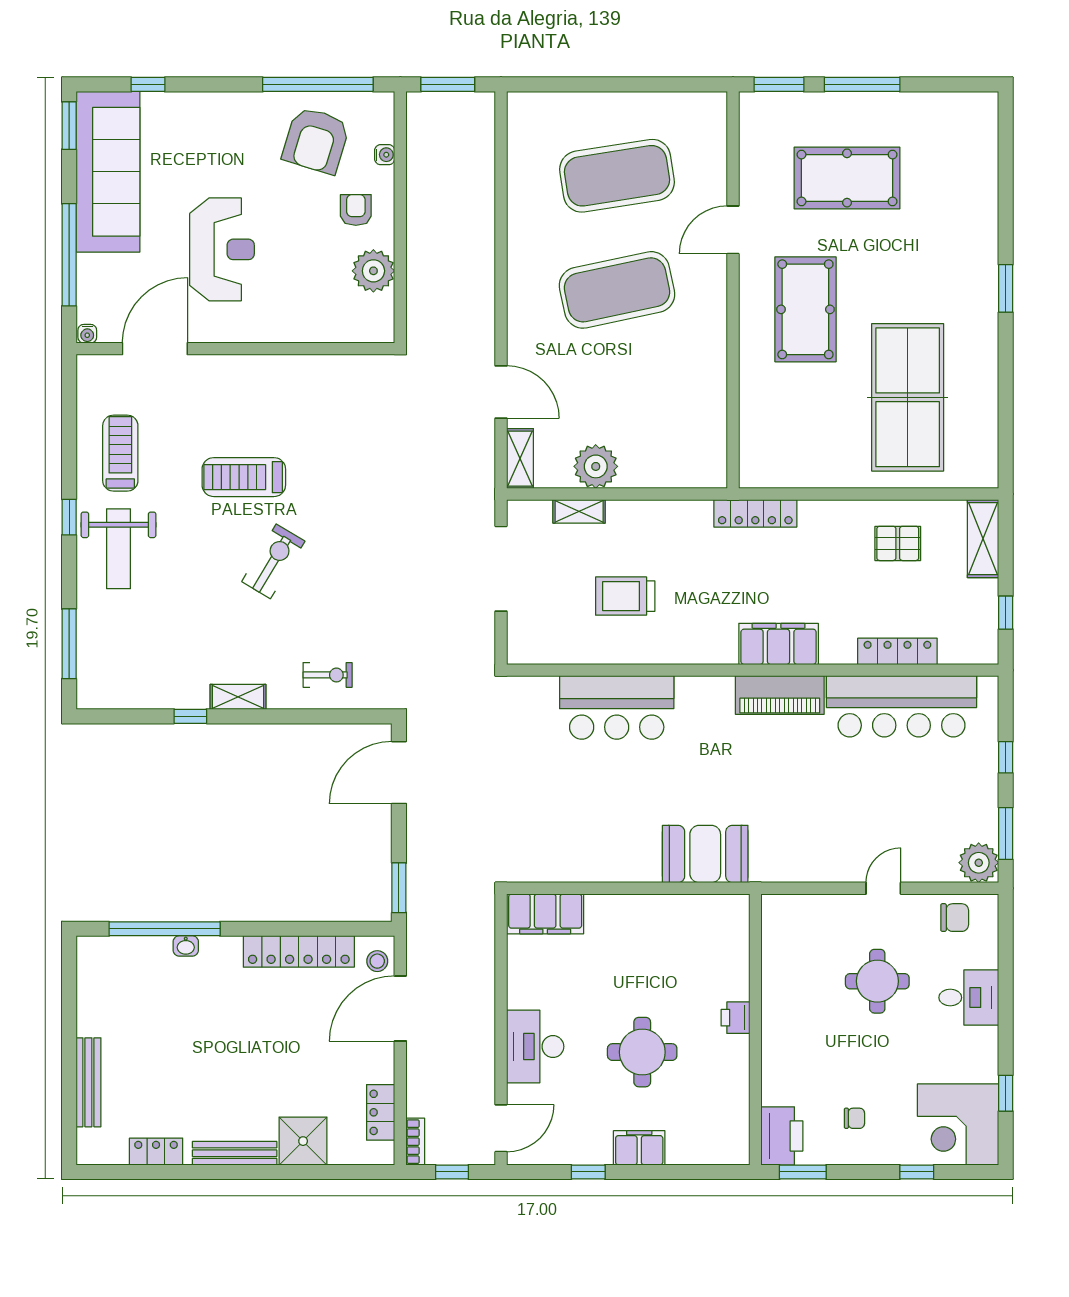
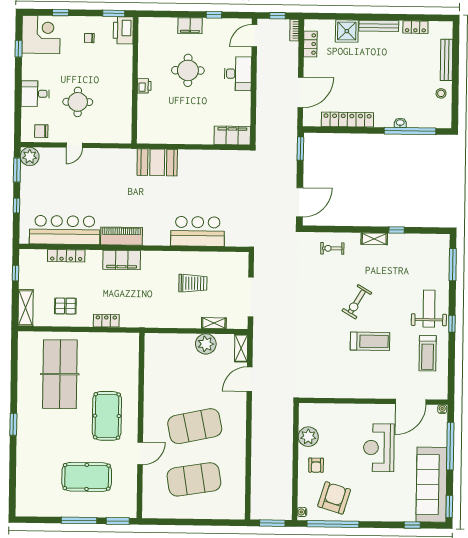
water cooler: (385, 155) -> (302, 512), moved
door: (501, 392) -> (250, 379), hinge flipped
locker: (755, 513) -> (106, 321), moved, width x0.66
stool: (377, 961) -> (441, 93), moved

